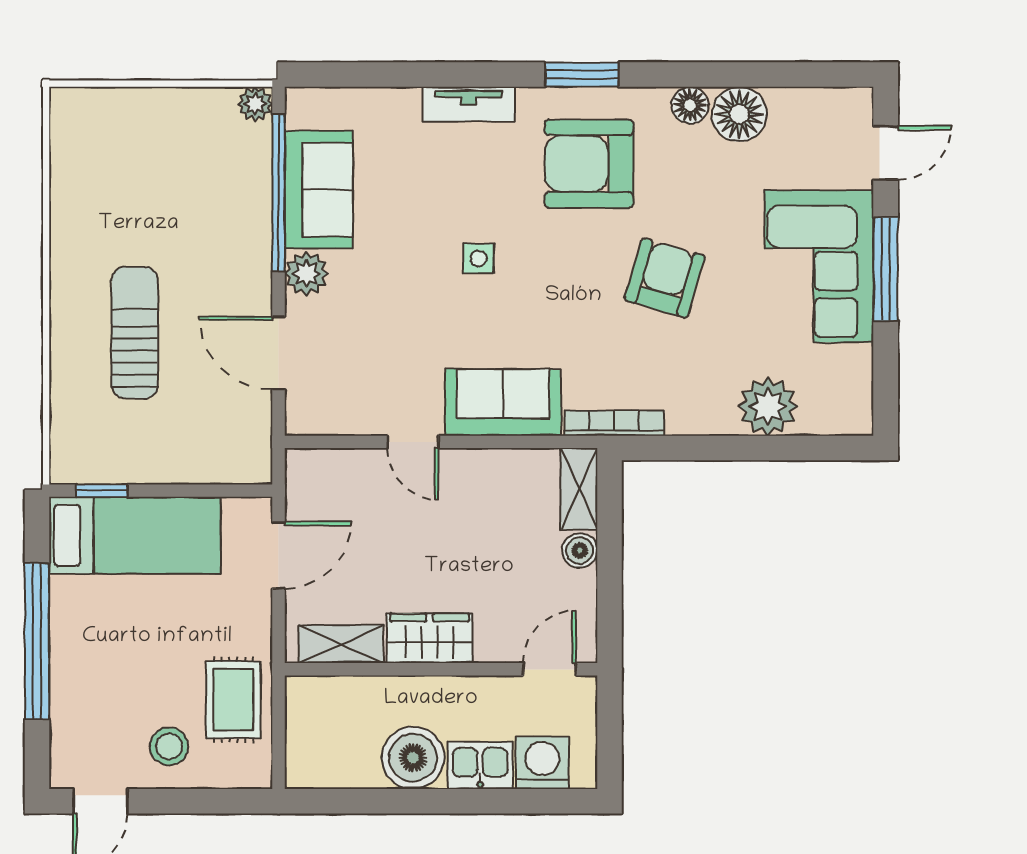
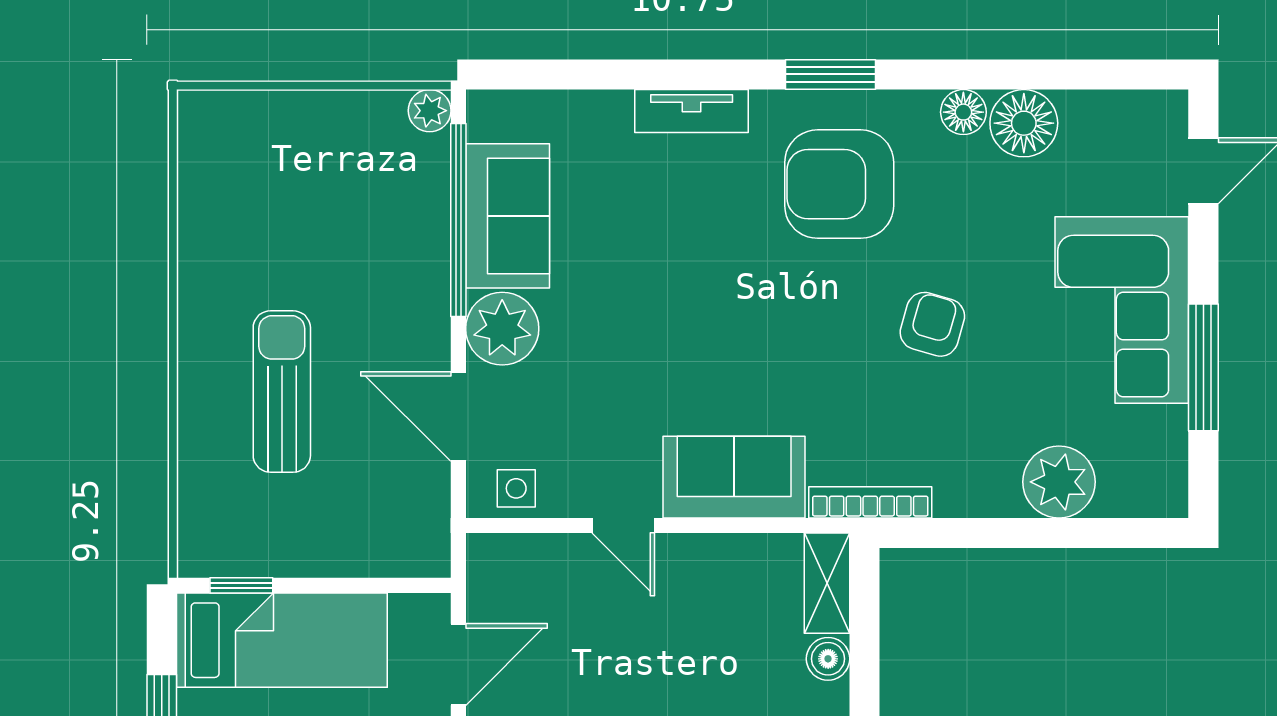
side table: (478, 258) -> (516, 488), moved
window: (886, 269) -> (1203, 367), moved
plant: (306, 274) -> (502, 329), width x1.36, depth x1.36
armchair: (665, 278) -> (932, 324), width x0.72, depth x0.72

